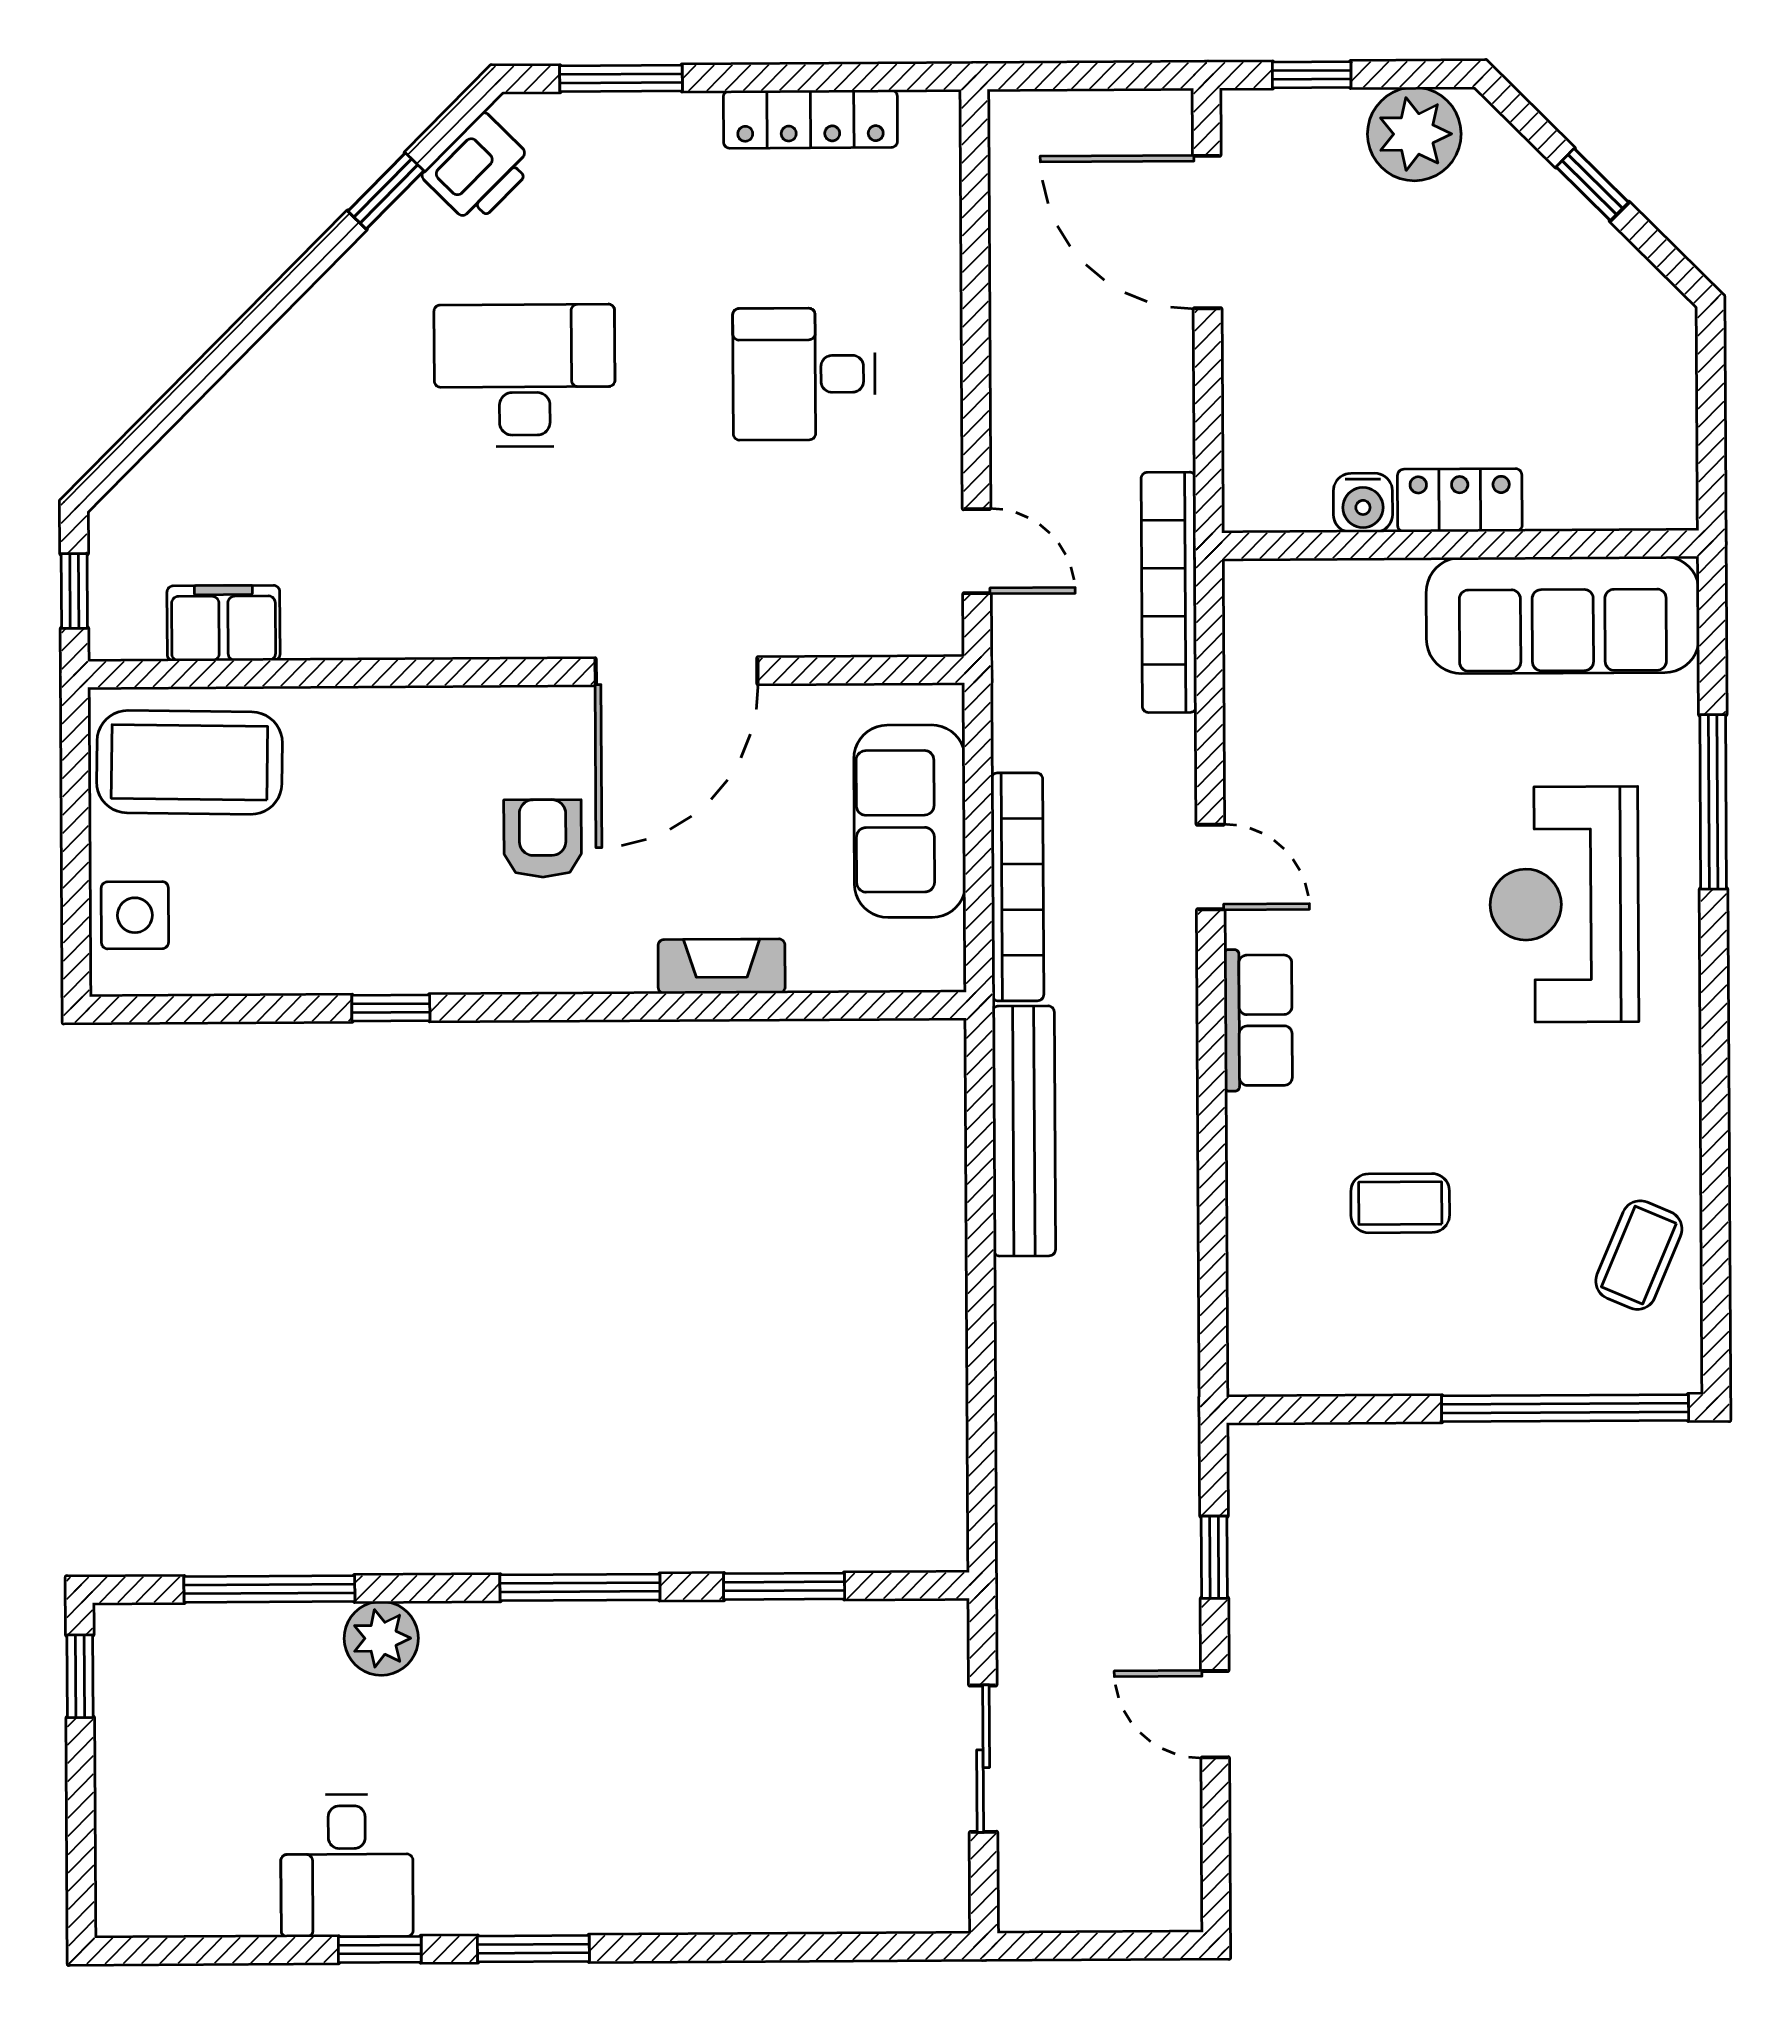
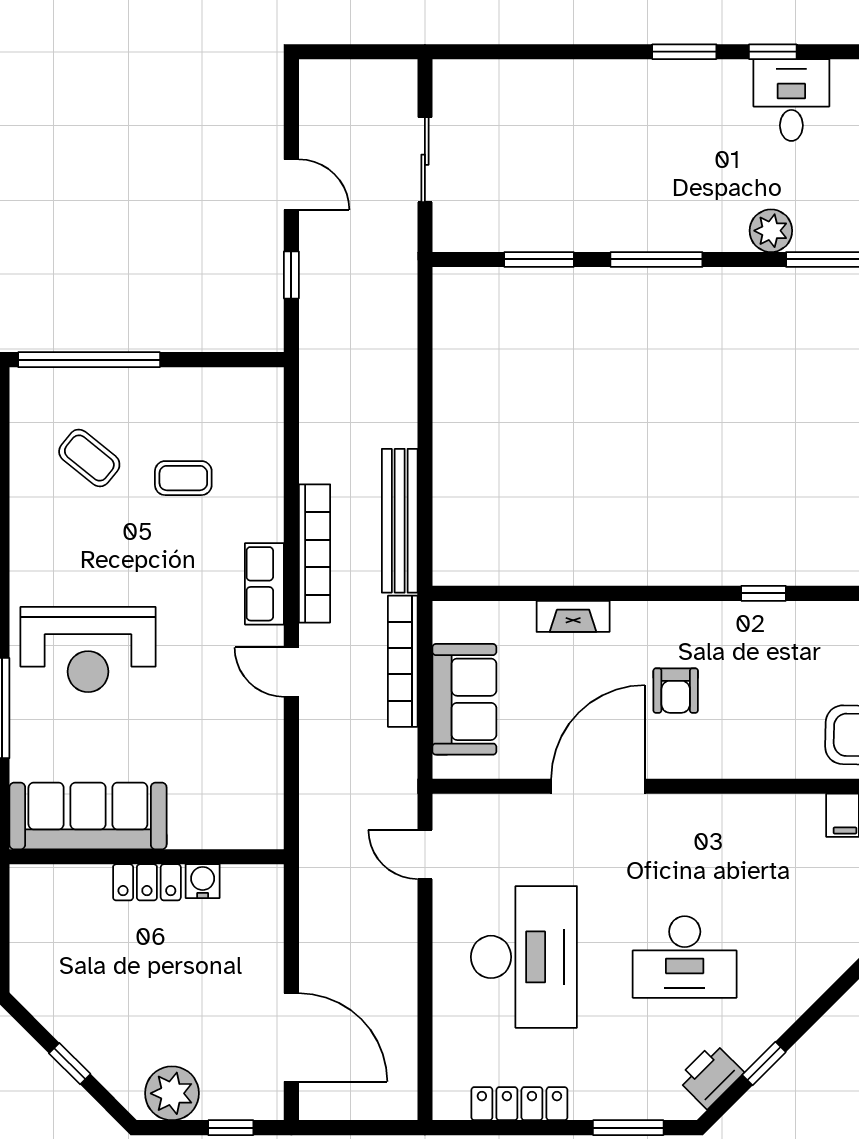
desk: (804, 374) -> (524, 957), width x1.87, depth x1.30
bookcase: (1169, 592) -> (315, 553), moved
reception desk: (1564, 904) -> (88, 649), turned 90
coffee table: (1639, 1255) -> (89, 458), moved, turned -74

